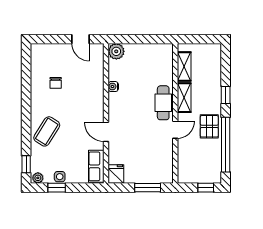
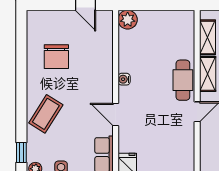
chair: (56, 83) -> (56, 57), width x1.87, depth x1.87
water cooler: (113, 87) -> (124, 79), moved

